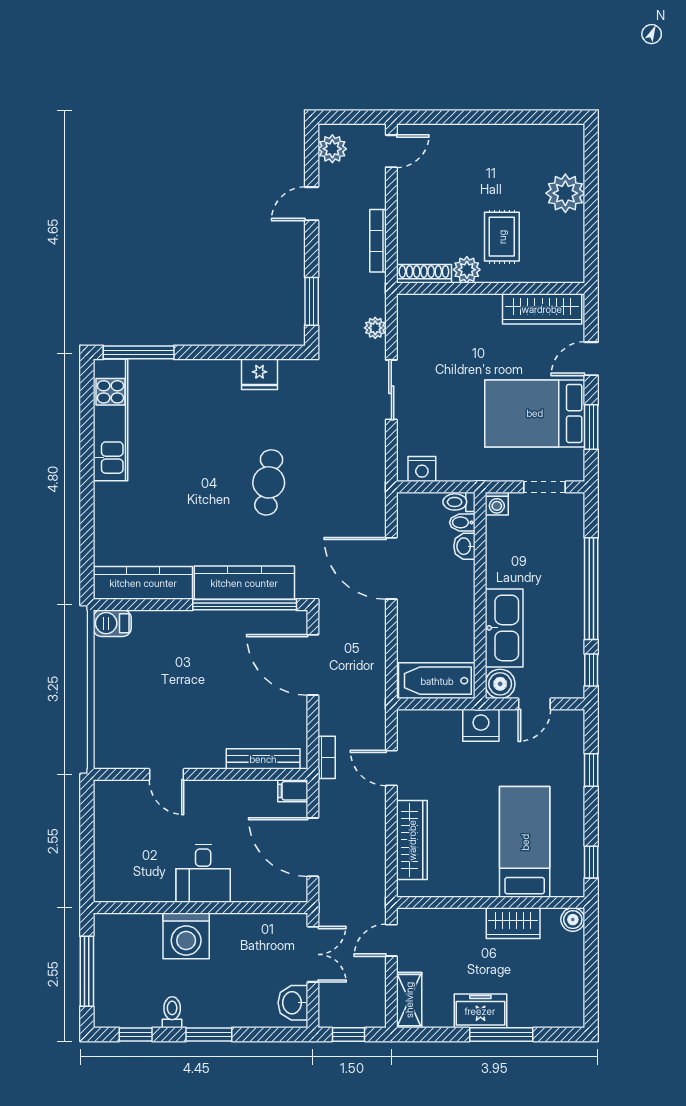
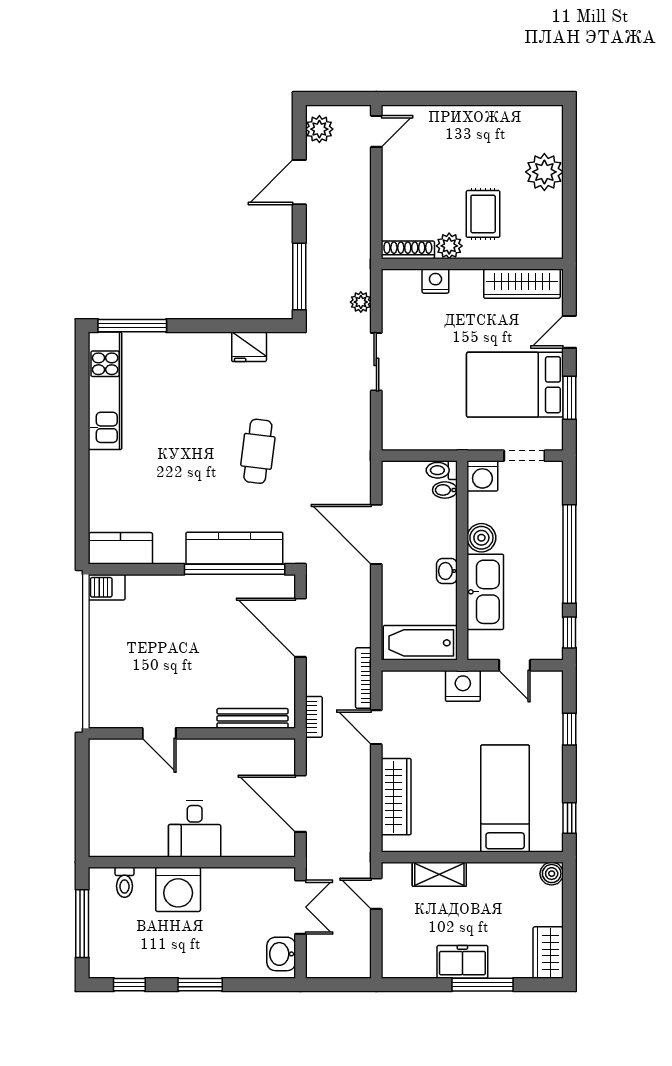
door: (312, 204) -> (299, 182), width x1.38
bookcase: (378, 241) -> (363, 678), moved
window: (312, 301) -> (299, 276), width x1.44
nightstand: (422, 469) -> (435, 281), moved, turned 180
washing machine: (497, 504) -> (482, 476), width x1.38, depth x1.38
washbasin: (464, 546) -> (447, 571), moved
kitchen counter: (143, 583) -> (121, 548), width x0.67
boiler: (500, 684) -> (481, 538), moved
door: (534, 704) -> (515, 665), hinge flipped
filing cabinet: (293, 791) -> (281, 749), removed
wardrobe: (513, 923) -> (548, 952), moved, turned 90
door: (391, 940) -> (376, 894), hinge flipped
shelving: (409, 1000) -> (439, 874), moved, turned 90
toilet: (172, 1012) -> (124, 882), moved, turned 180
window: (348, 1034) -> (335, 985), removed

